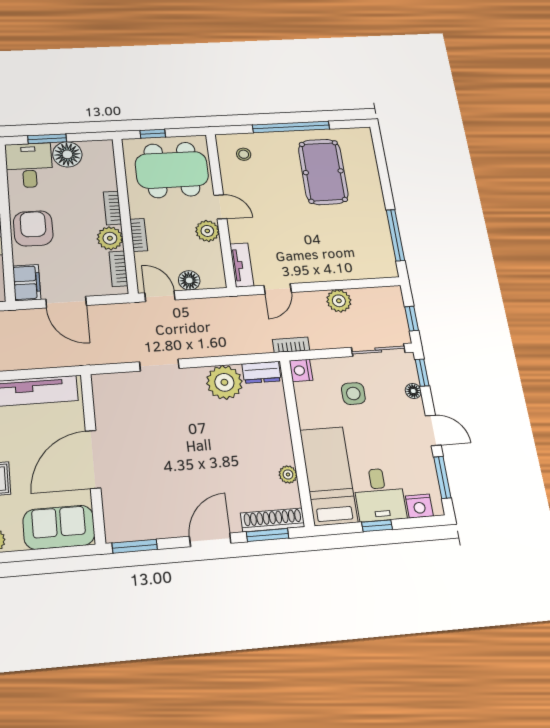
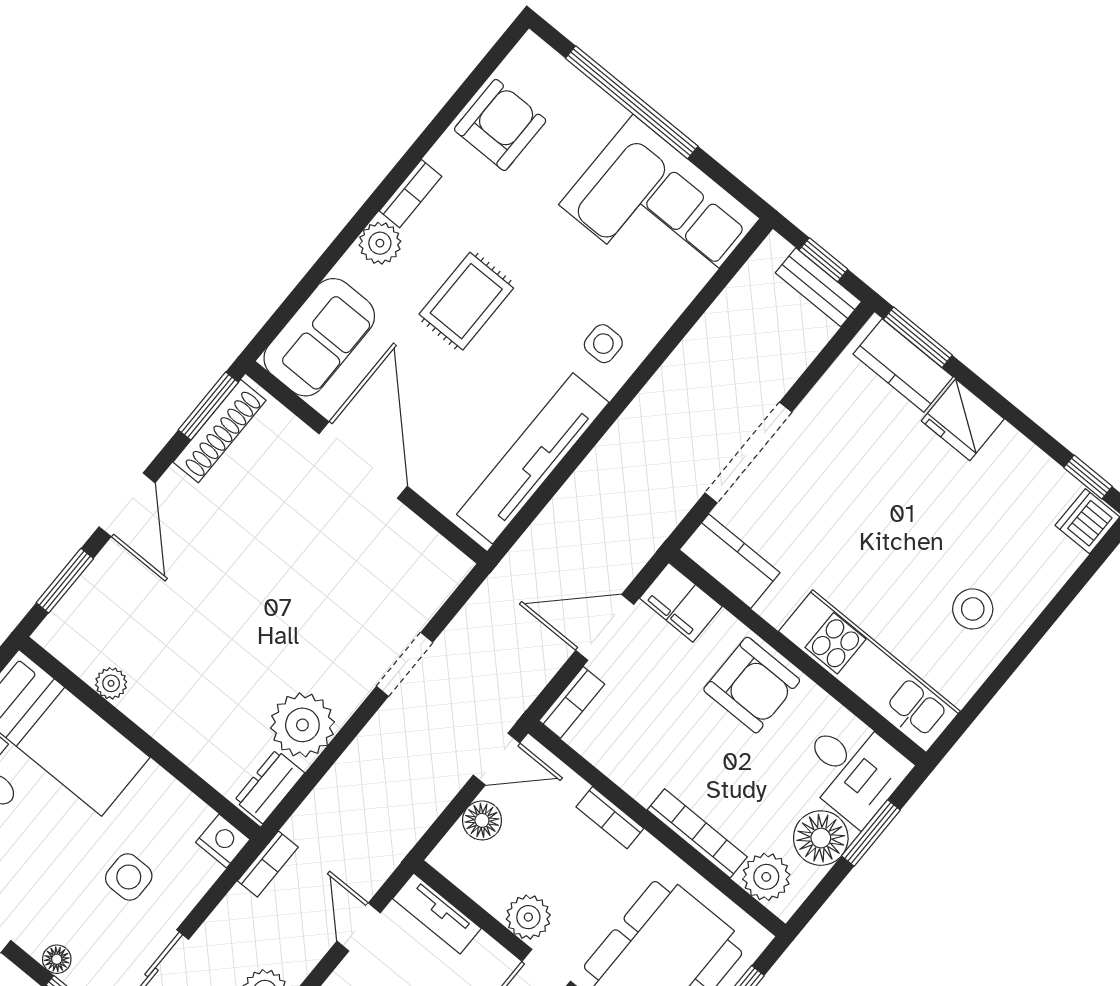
bookcase: (112, 208) -> (697, 833), width x1.56
plant: (110, 238) -> (766, 877), moved
bookcase: (118, 269) -> (572, 702), moved, turned 90
shoe rack: (273, 520) -> (220, 431), moved

